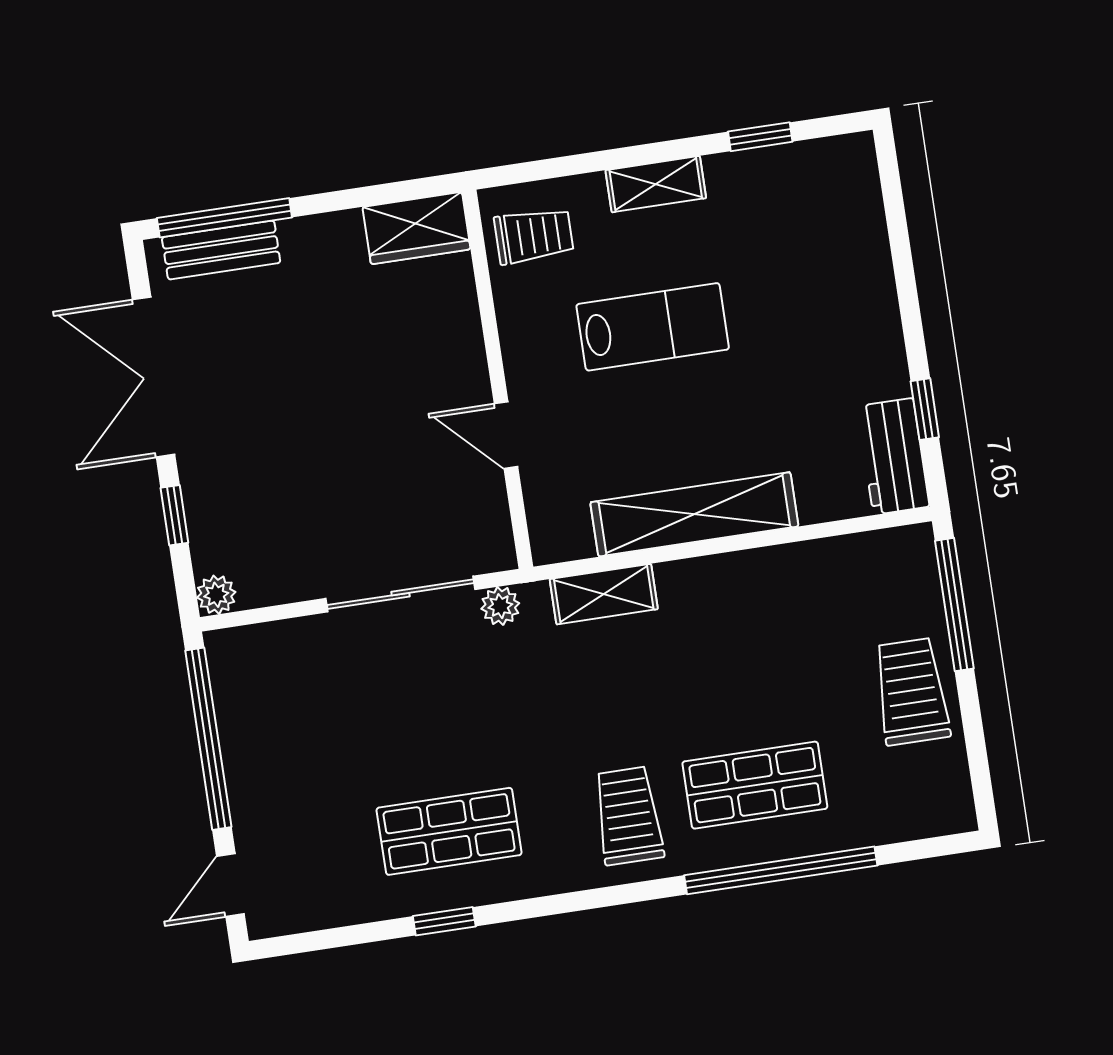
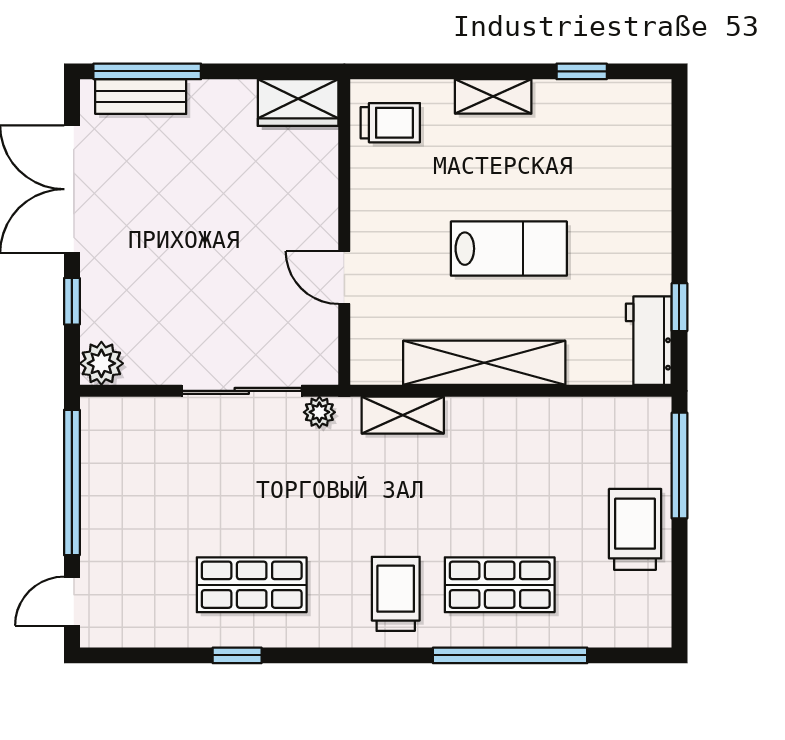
lab bench: (653, 327) -> (509, 249), moved
plant: (216, 595) -> (101, 363), width x1.38, depth x1.38

